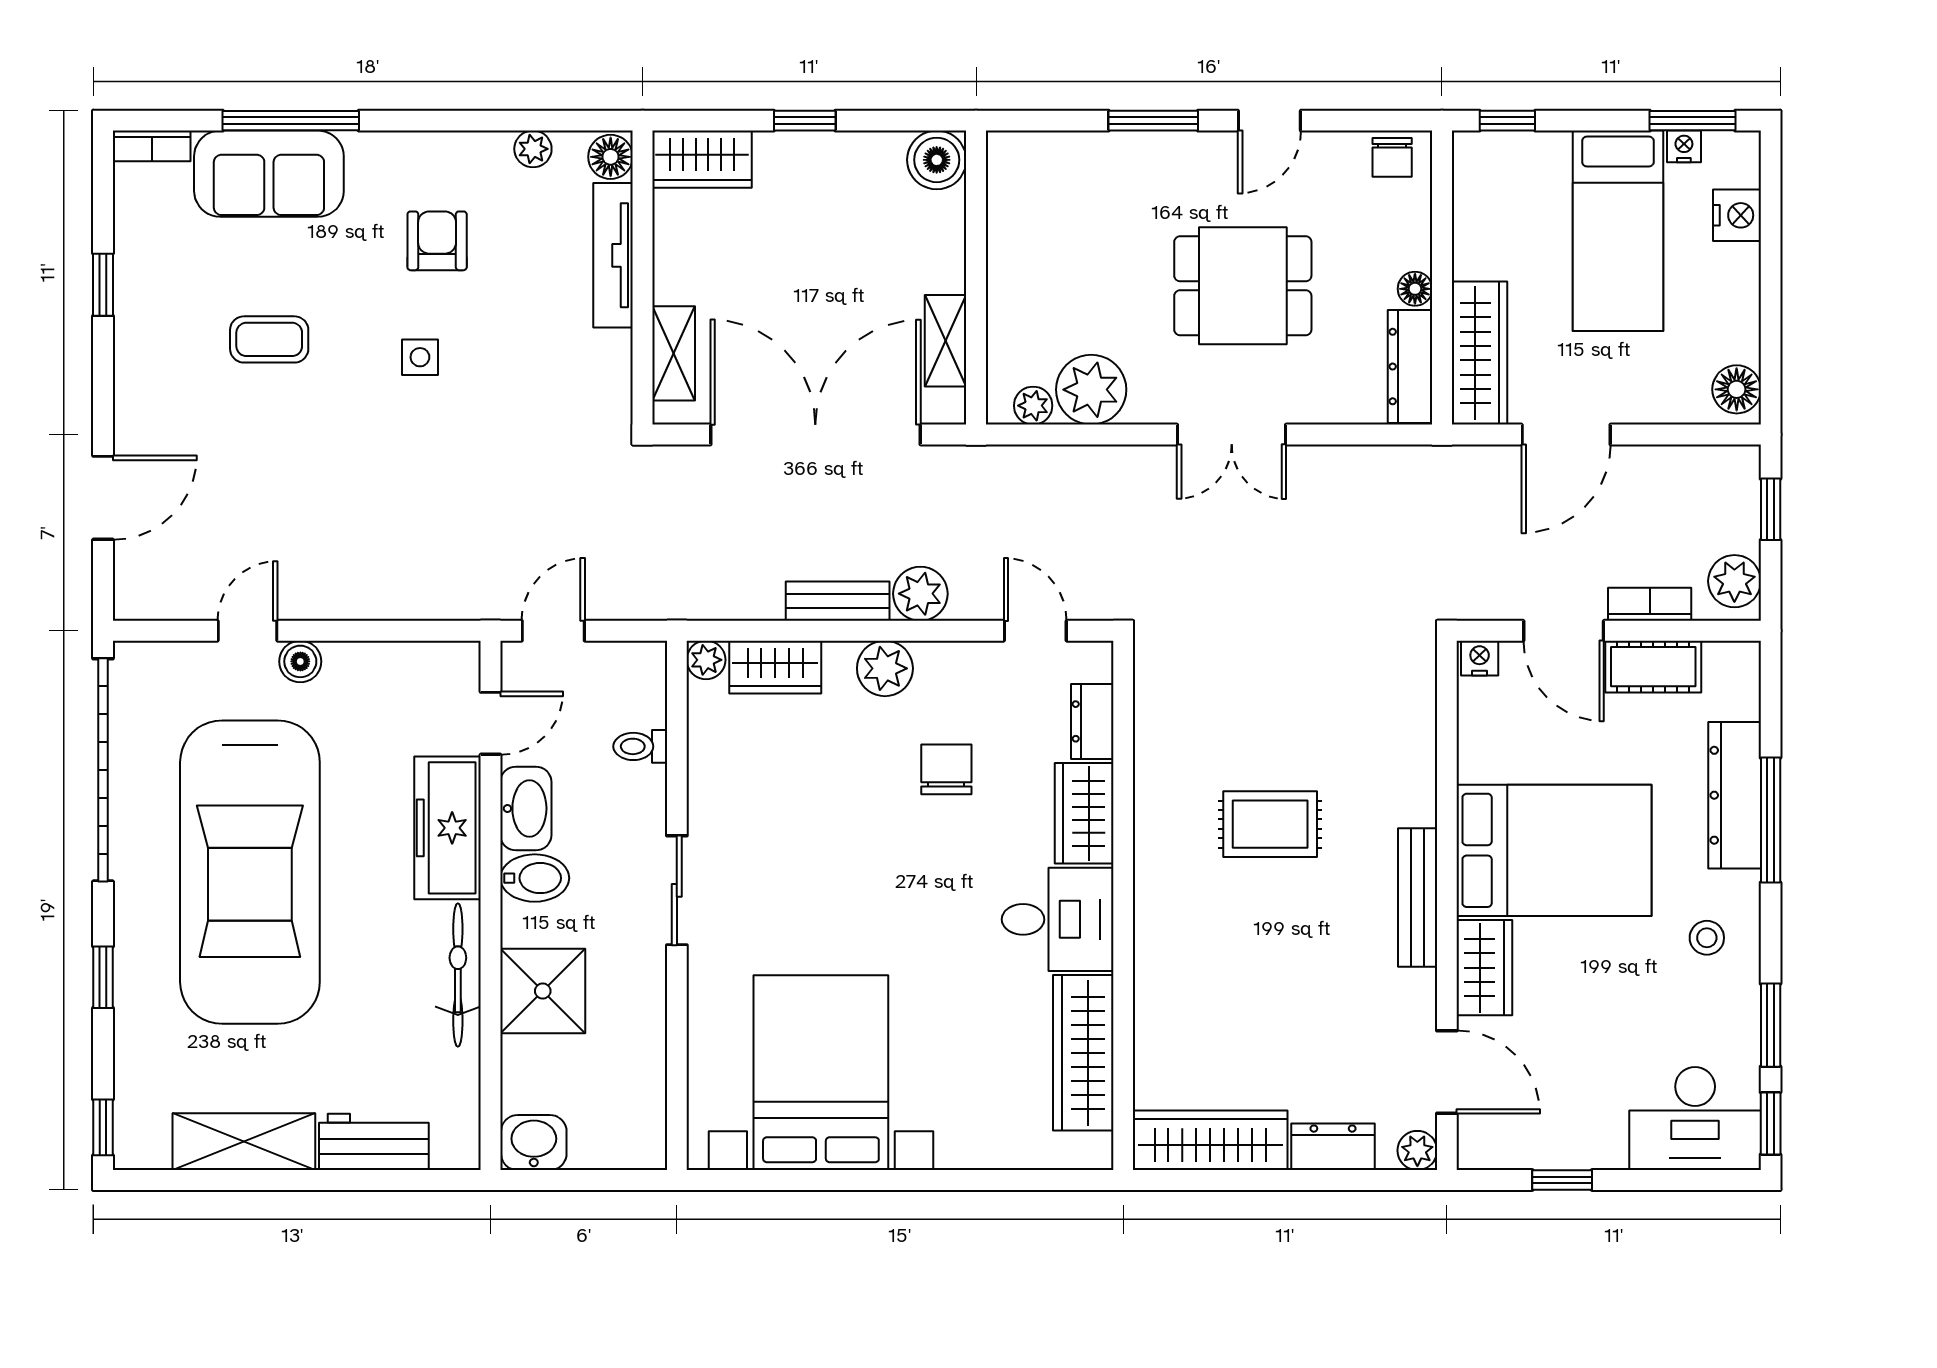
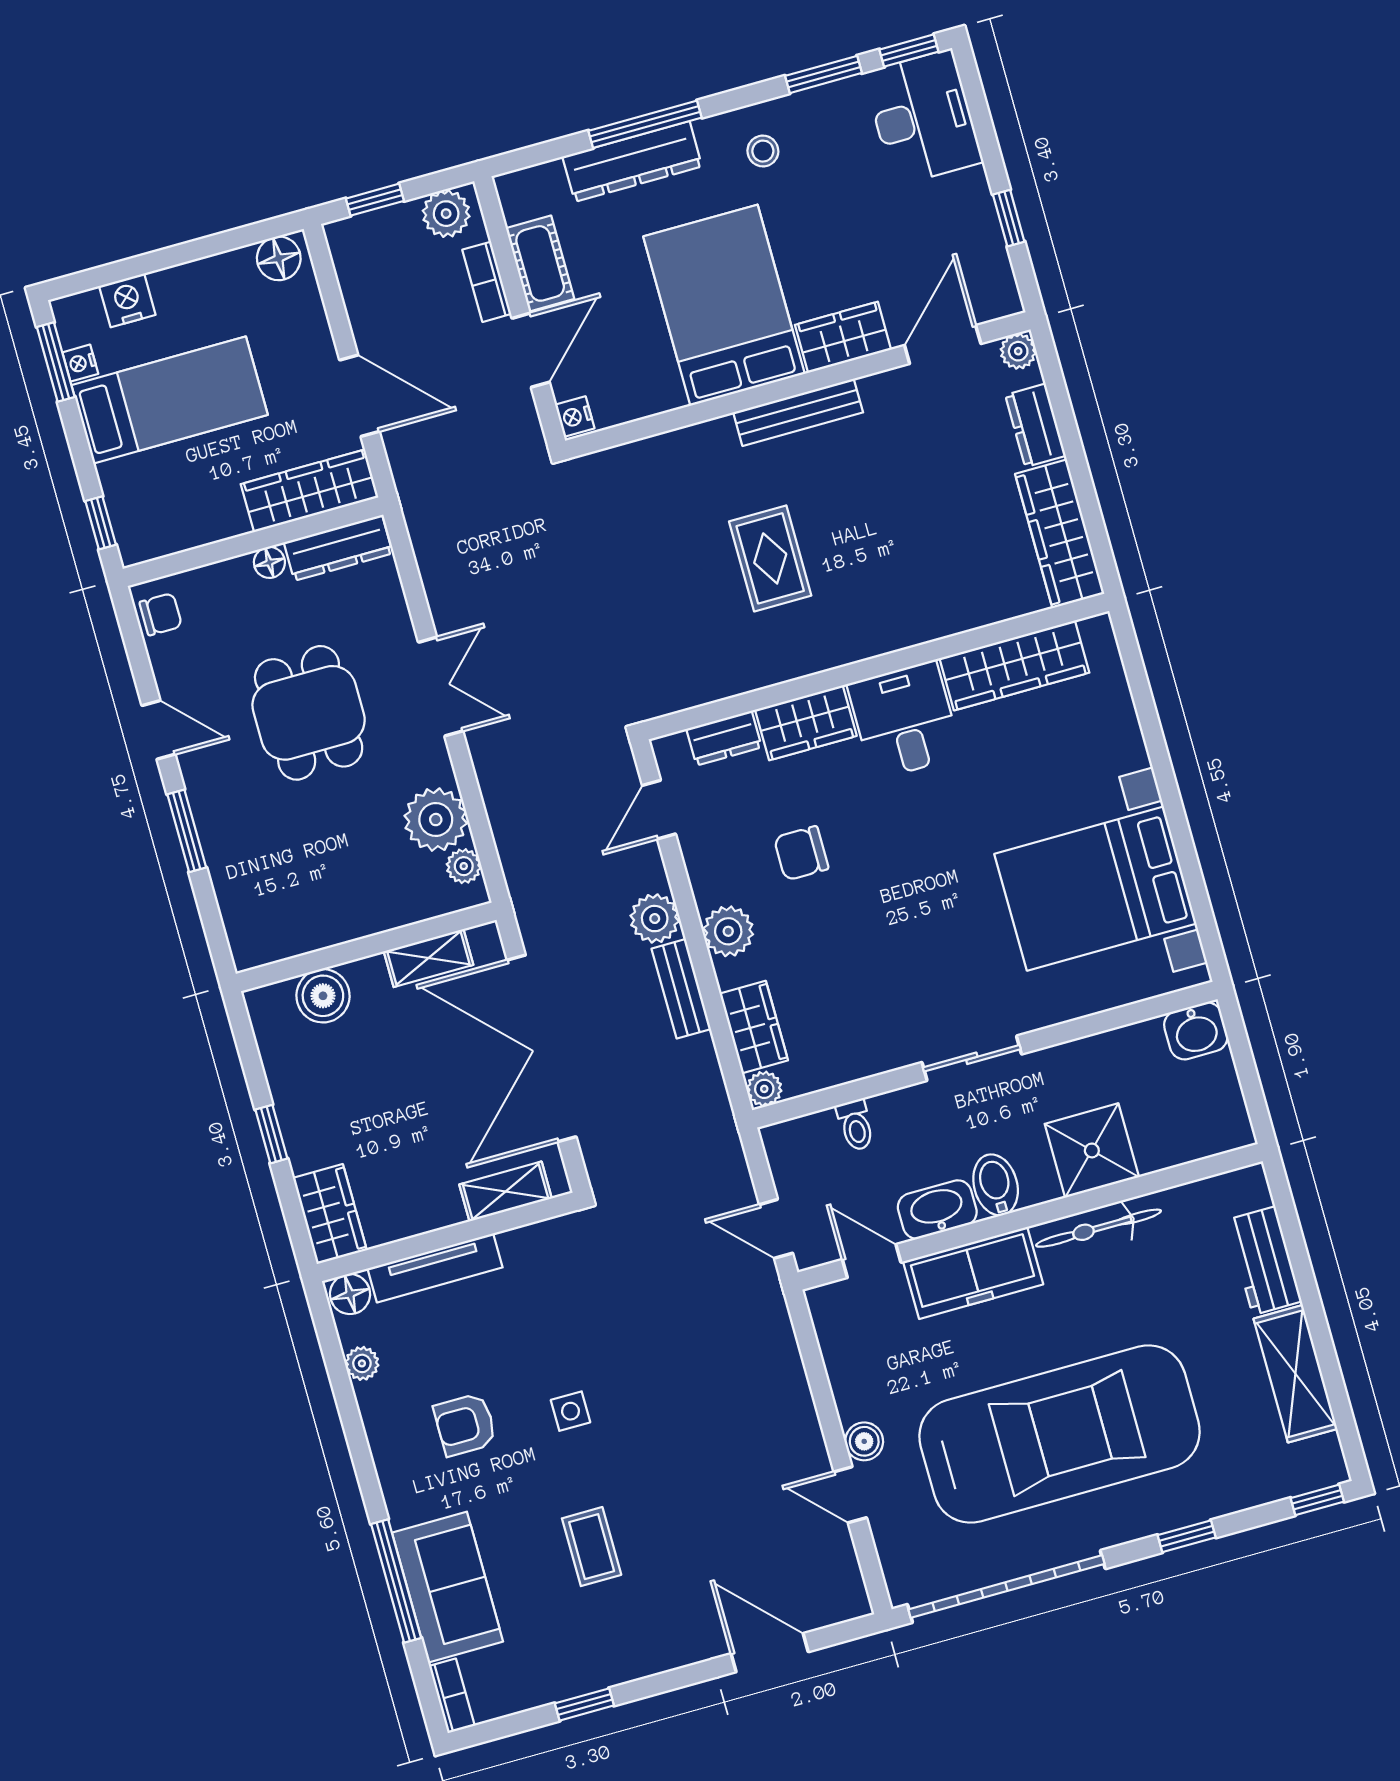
boiler: (937, 160) -> (323, 996), moved
washbasin: (534, 1143) -> (1196, 1031), moved, turned -90

